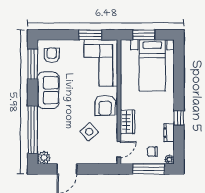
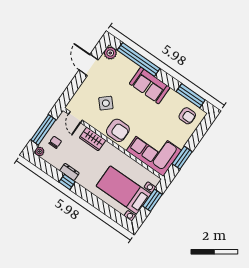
sofa: (48, 90) -> (150, 85), moved
armchair: (105, 105) -> (118, 130), turned 180
dresser: (169, 133) -> (69, 172), moved

